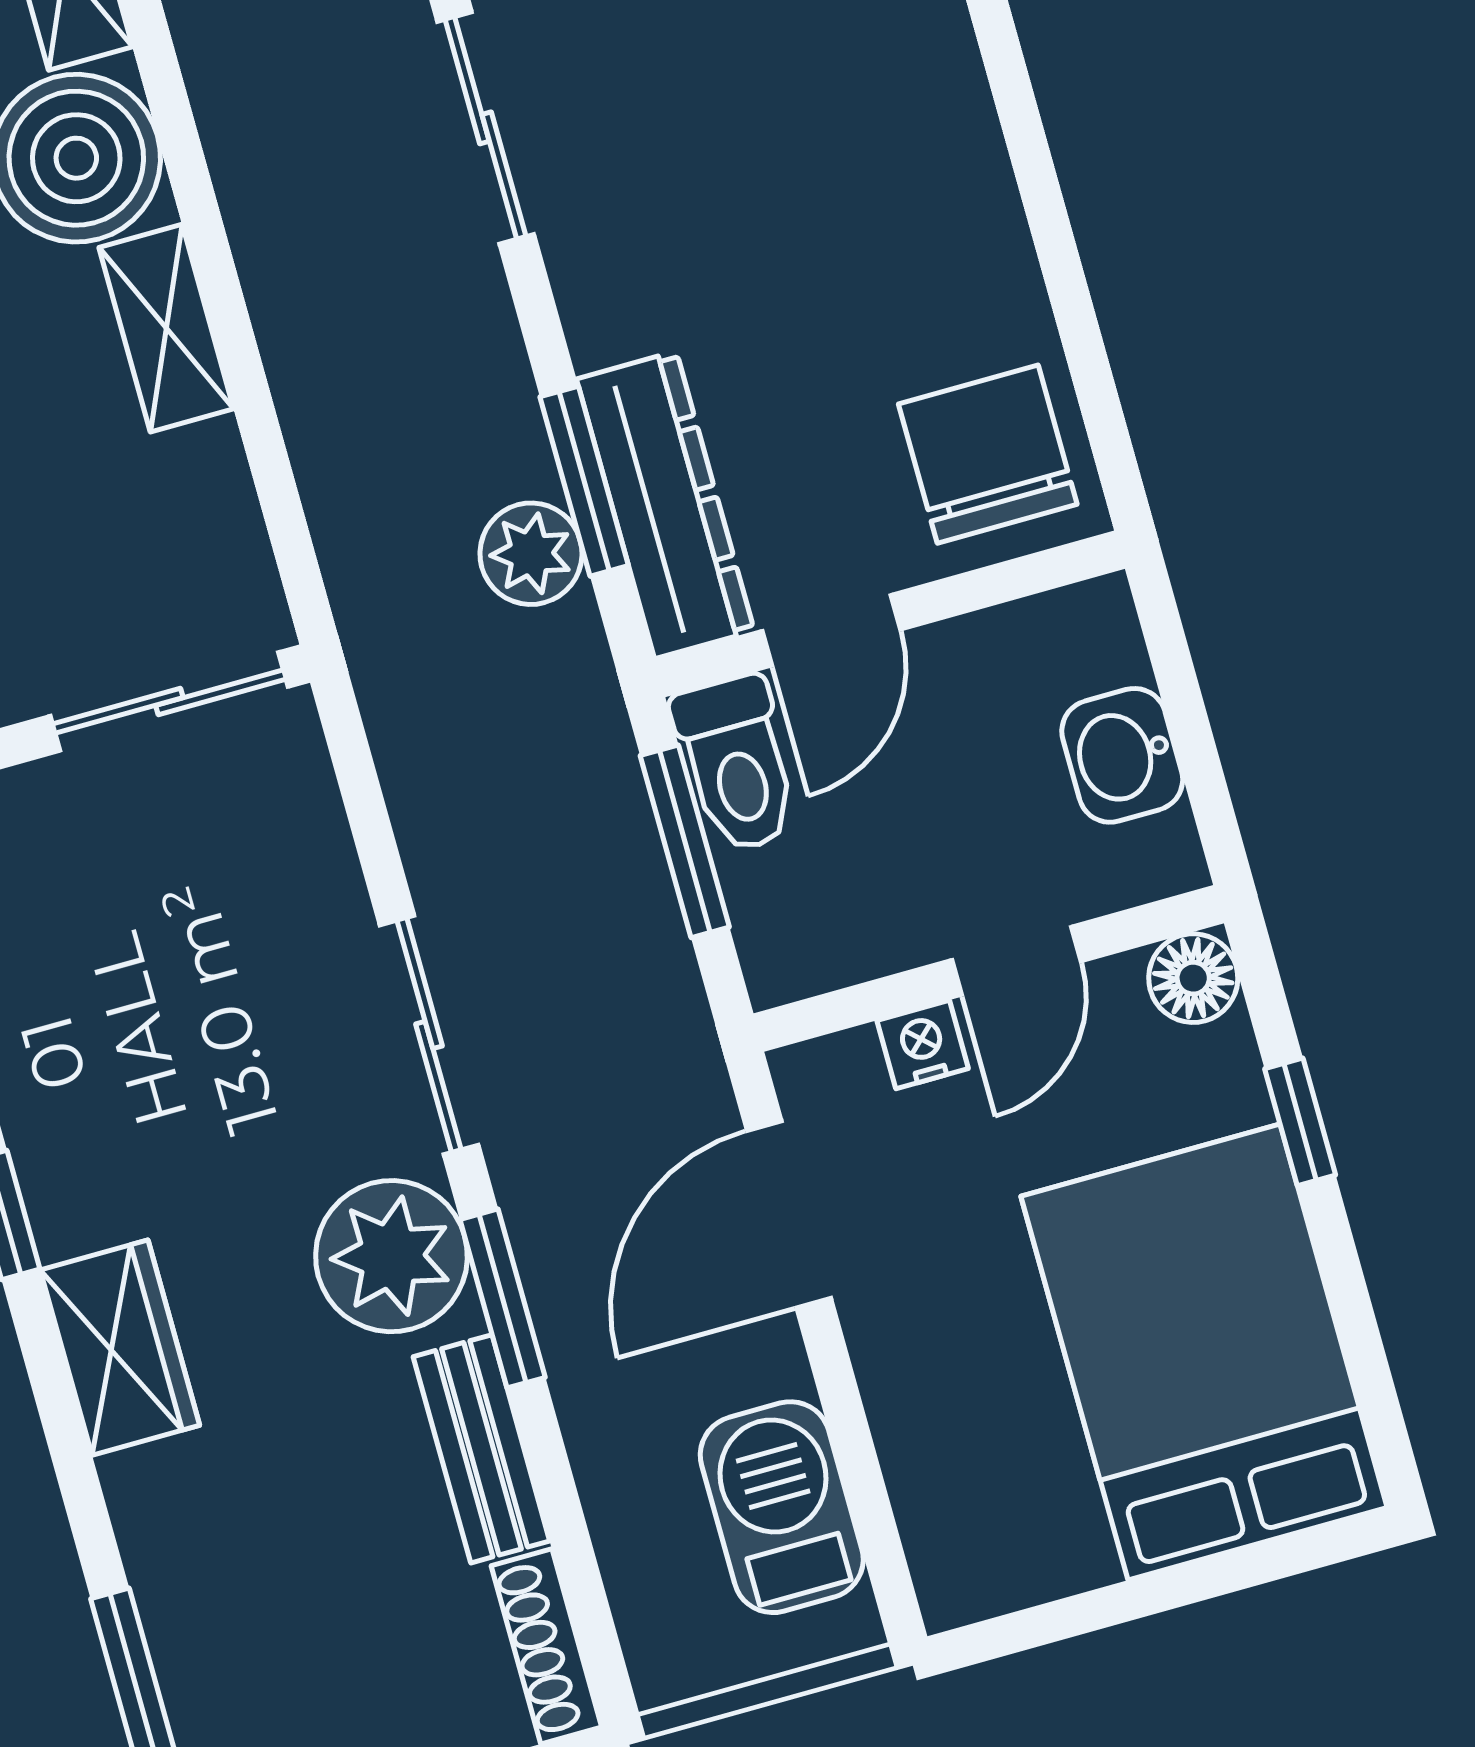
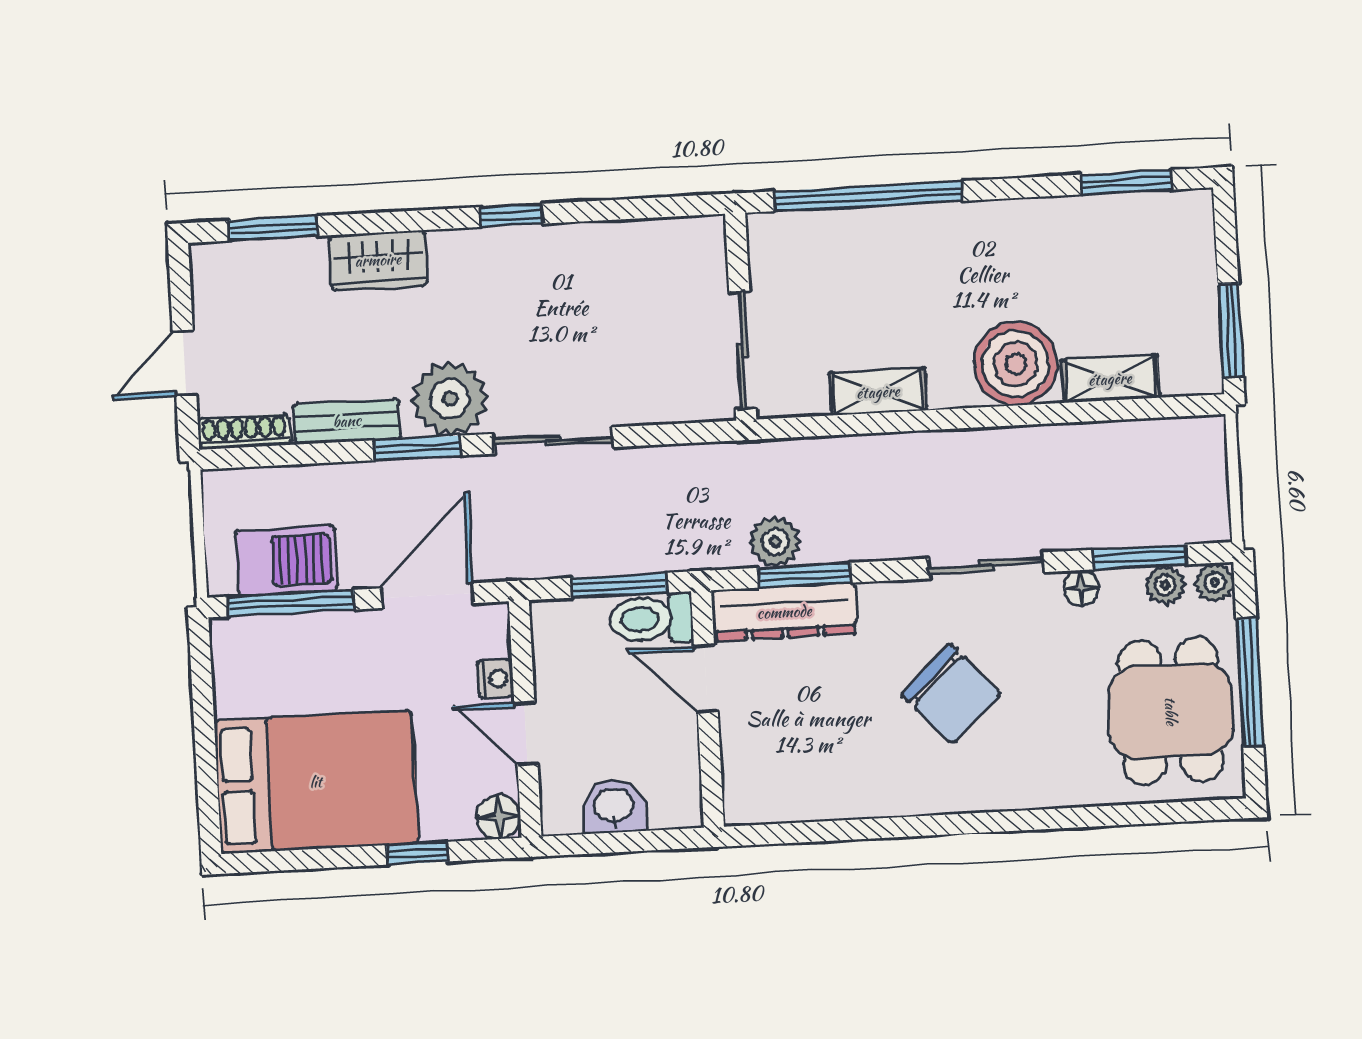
shelving: (166, 328) -> (878, 392), moved
chair: (988, 454) -> (951, 694), moved, turned 47
door: (789, 1215) -> (427, 596), hinge flipped
wardrobe: (120, 1348) -> (378, 260), moved
window: (863, 1479) -> (291, 603), added

